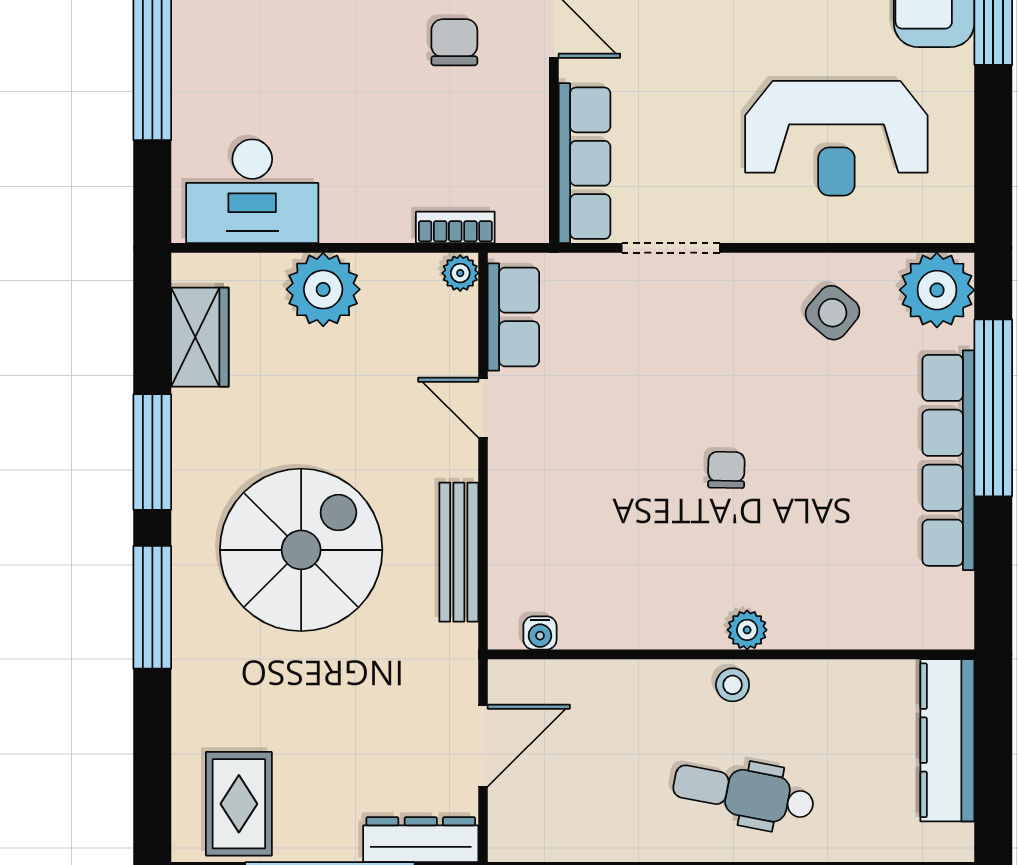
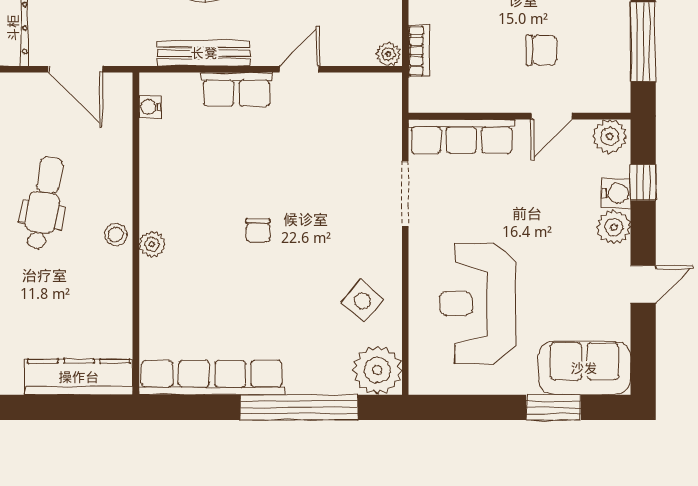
row of seats: (513, 317) -> (237, 89), moved
row of seats: (948, 460) -> (212, 378), moved
chair: (726, 470) -> (258, 230), turned 89
dental chair: (744, 793) -> (44, 203), moved

